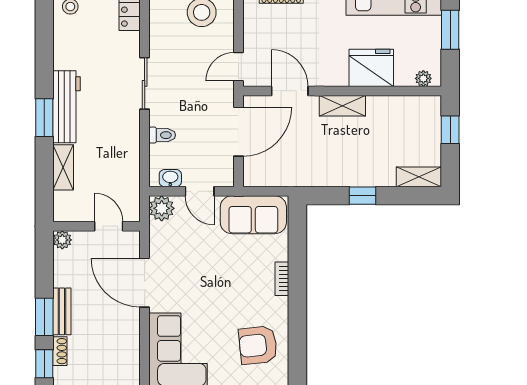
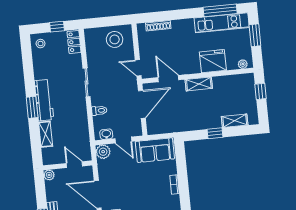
door: (238, 67) -> (138, 68), hinge flipped
shelving: (419, 177) -> (235, 121), moved

